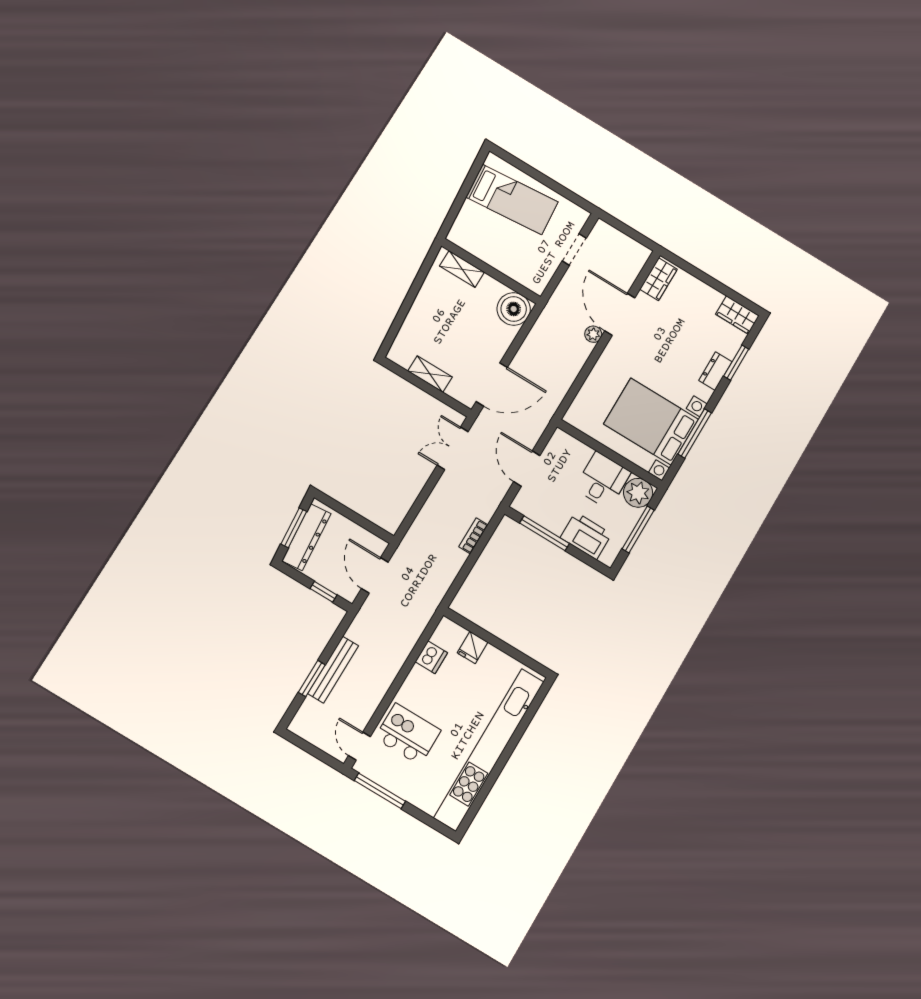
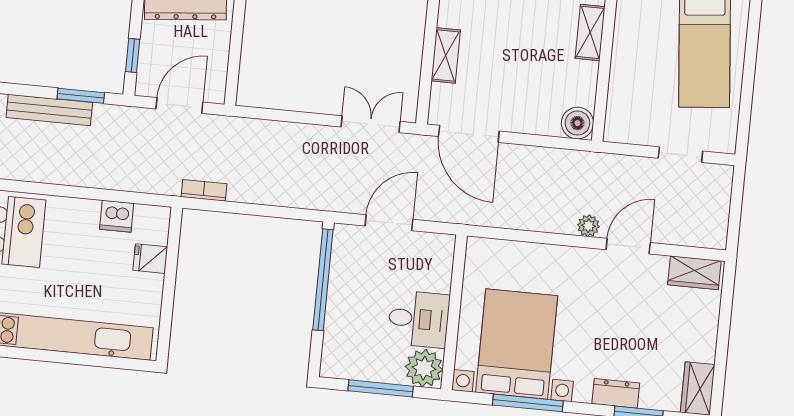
boiler: (514, 309) -> (577, 123), width x0.73, depth x0.73
door: (620, 314) -> (628, 246), width x0.73
window: (545, 533) -> (323, 280), width x1.46
bookcase: (473, 536) -> (204, 190), moved
printer: (586, 536) -> (343, 330), removed
window: (312, 678) -> (81, 96), moved

